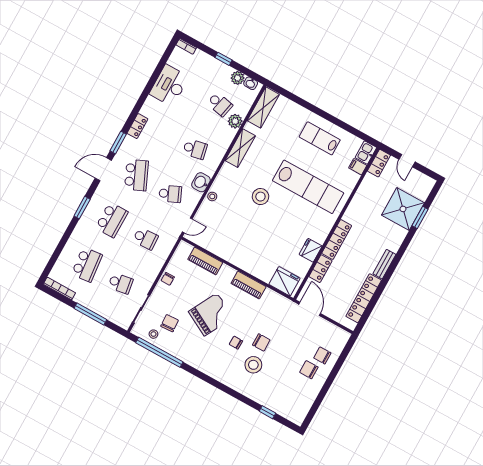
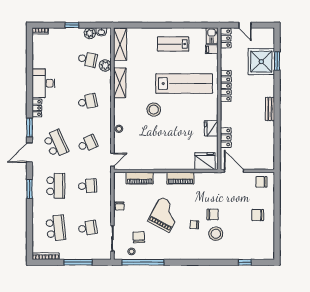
desk: (169, 85) -> (43, 83), moved
washbasin: (201, 182) -> (105, 123), removed
locker: (337, 240) -> (226, 86), moved
locker: (364, 298) -> (269, 142), removed
chair: (322, 355) -> (261, 182), moved

